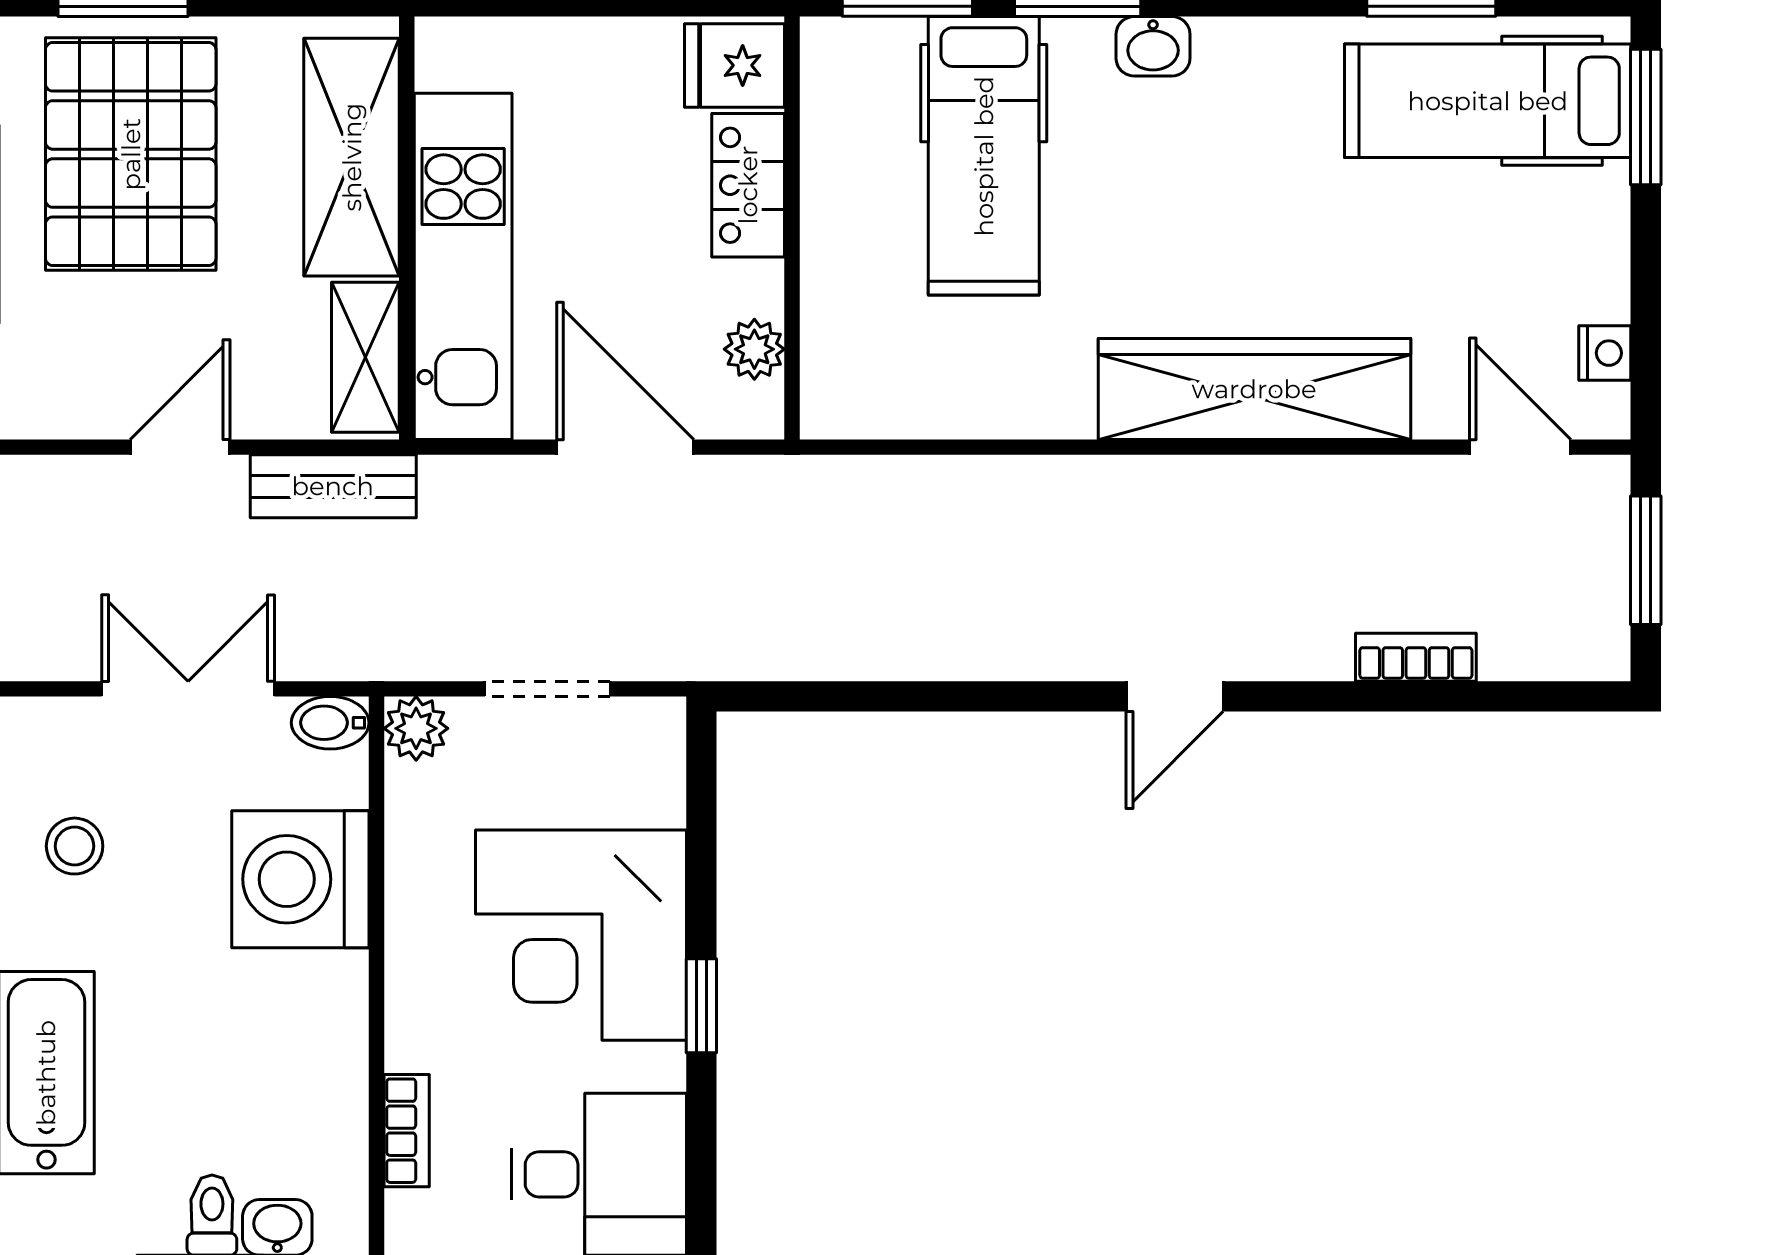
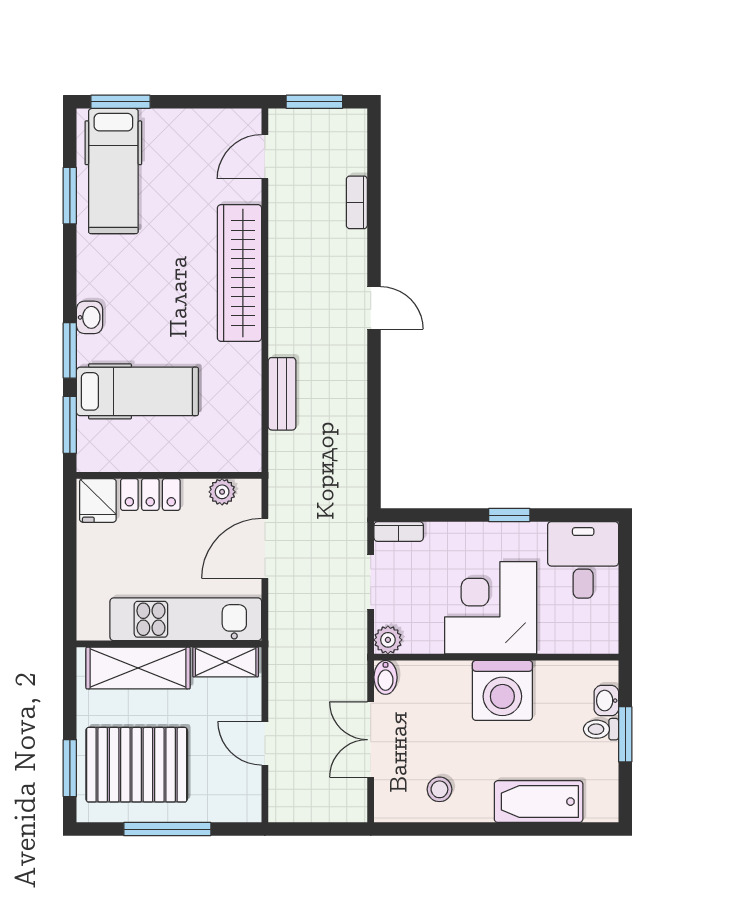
nightstand: (1605, 353) -> (224, 120), removed
bench: (333, 486) -> (282, 394), moved
washing machine: (300, 879) -> (502, 690), moved
corner desk: (581, 935) -> (491, 608), moved, turned 180
bookcase: (407, 1131) -> (399, 531), moved, turned 180

